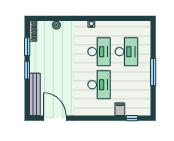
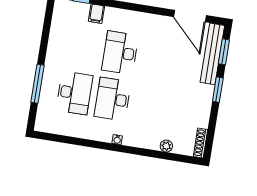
window: (27, 47) -> (224, 52), moved
desk: (126, 52) -> (74, 93), turned 180
window: (153, 72) -> (38, 84), moved

